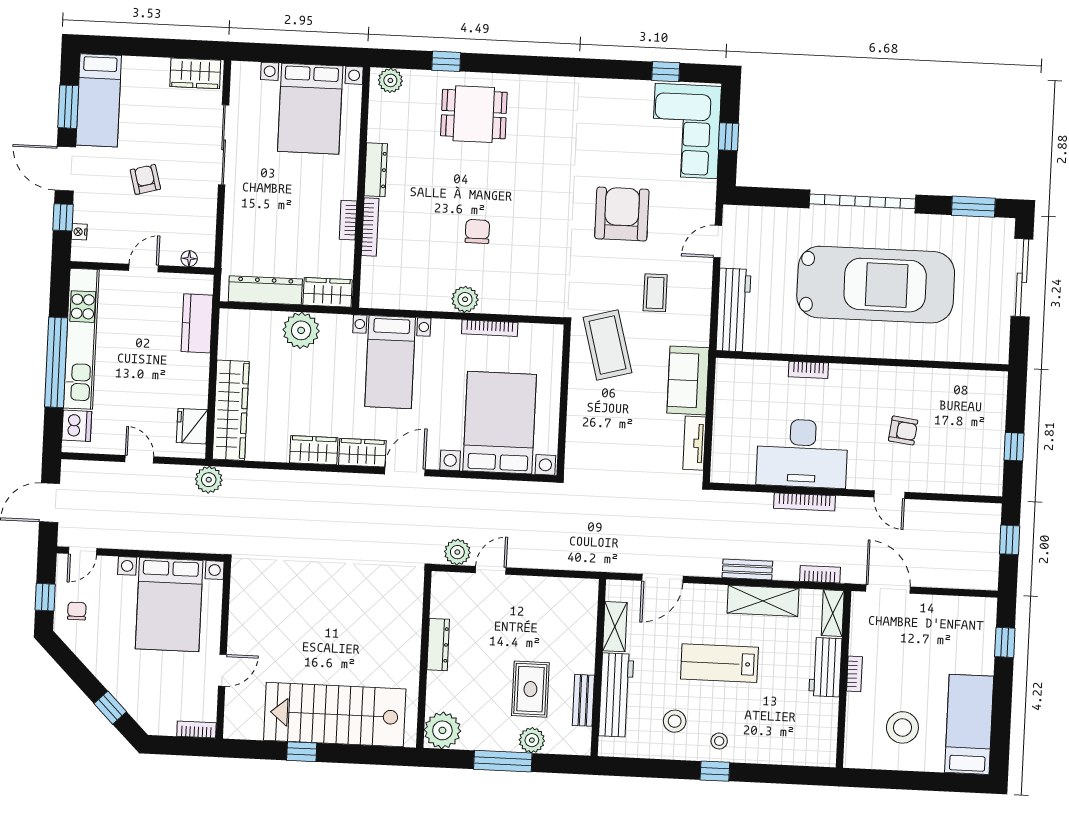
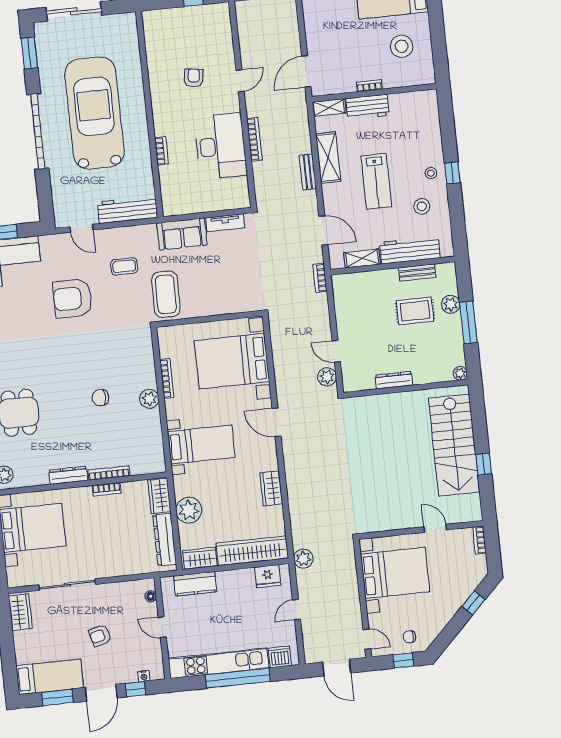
coffee table: (607, 345) -> (166, 294), turned -74
wardrobe: (362, 453) -> (200, 558), moved, turned 90
bookcase: (820, 574) -> (320, 278), moved
plant: (442, 730) -> (460, 373), width x0.53, depth x0.53

